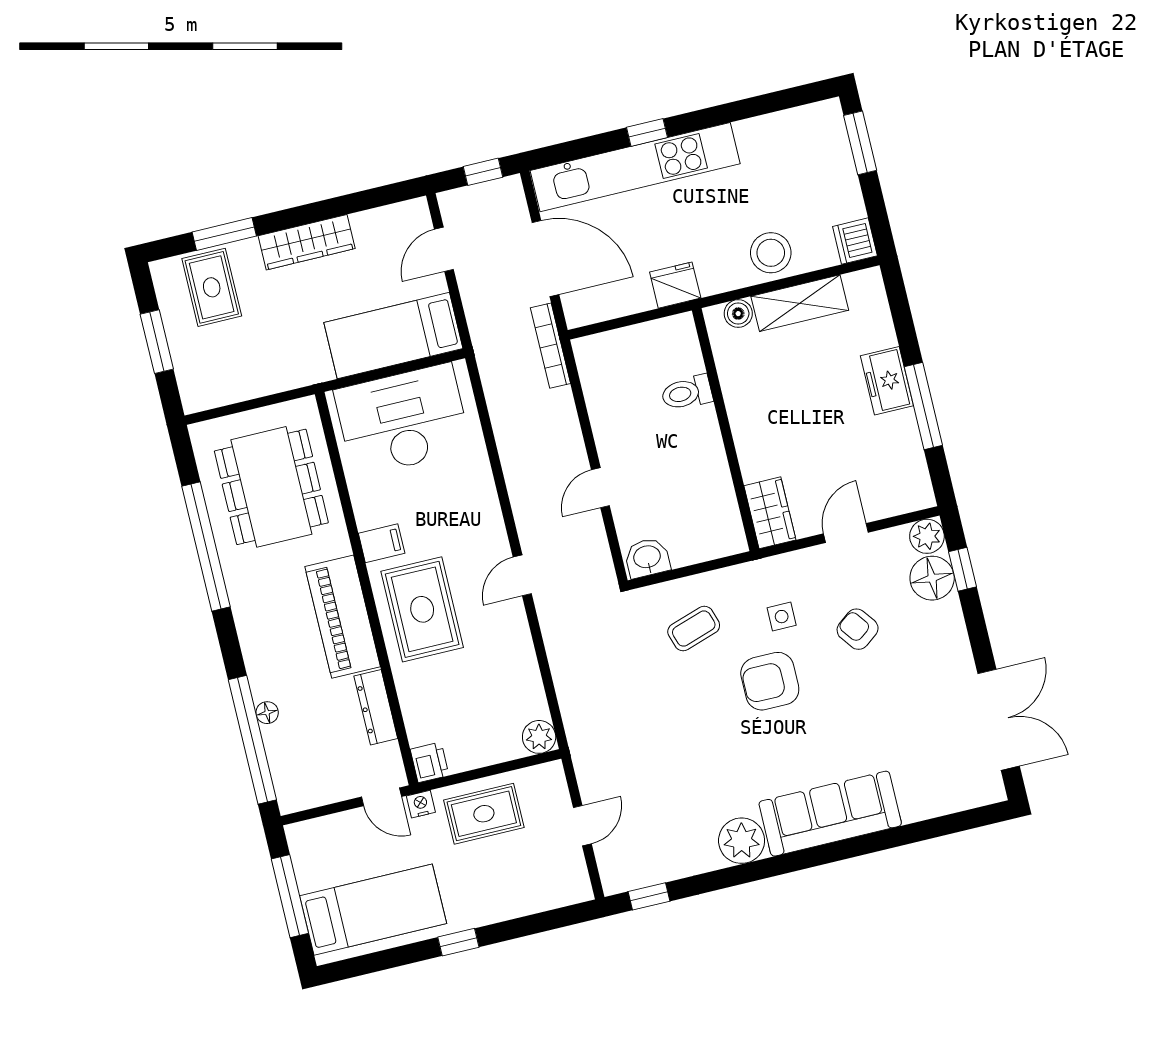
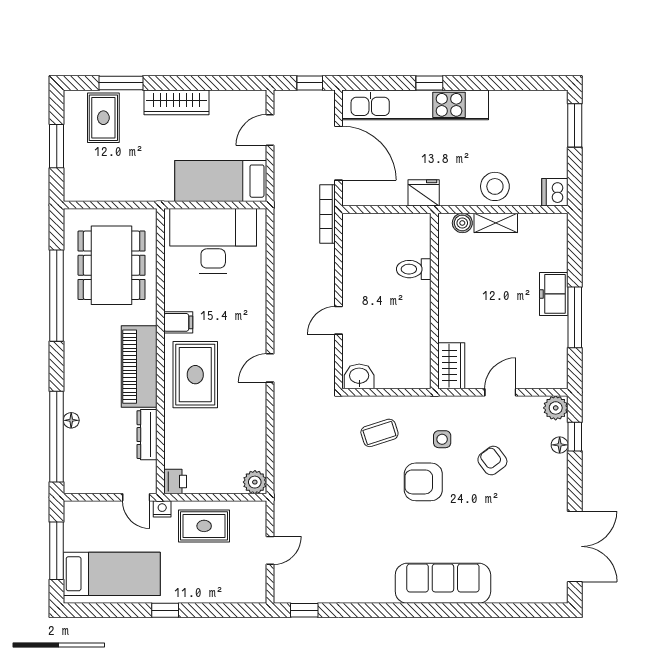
shelving: (800, 303) -> (496, 223), width x0.67, depth x0.75
floor lamp: (932, 578) -> (560, 445), width x0.53, depth x0.53
plant: (742, 841) -> (377, 587), removed

